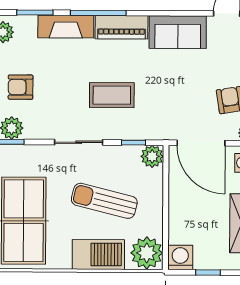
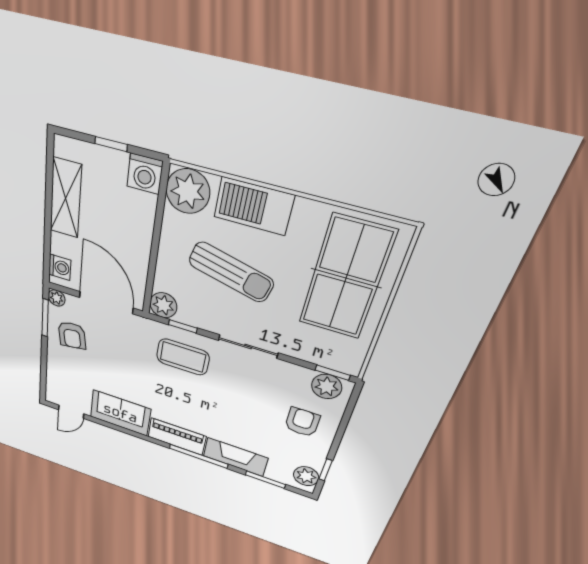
armchair: (21, 87) -> (302, 422), turned -90
coffee table: (112, 95) -> (183, 357), moved

